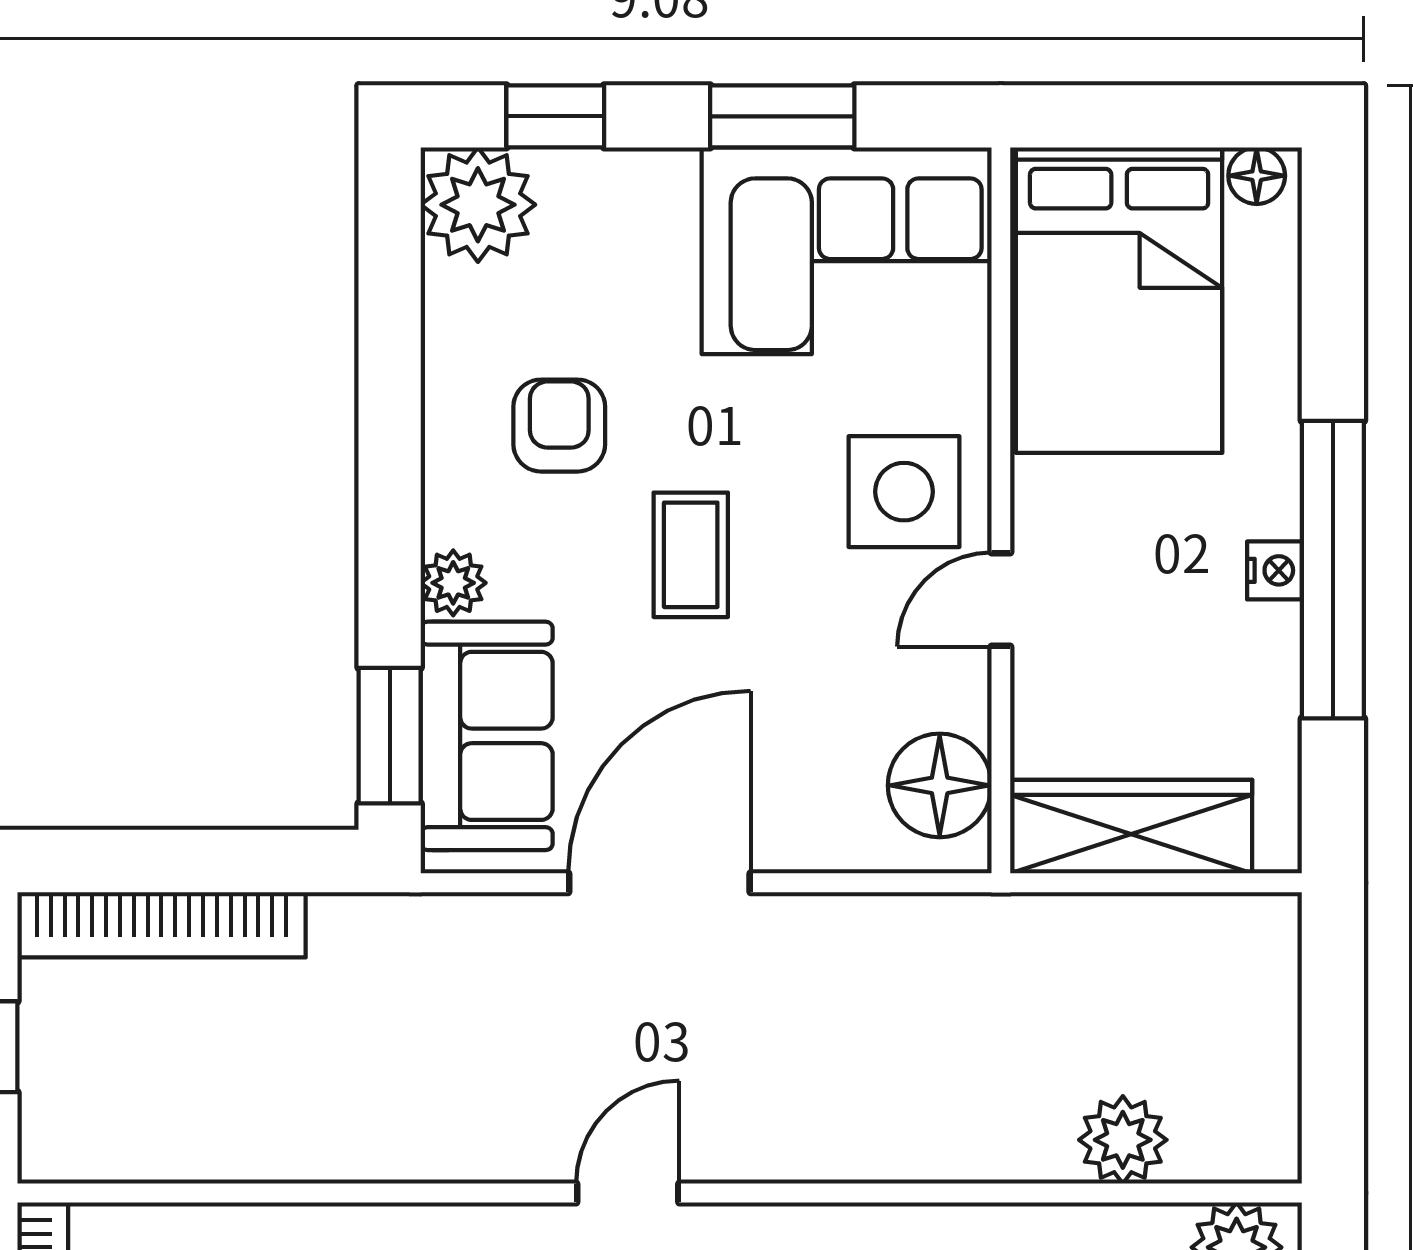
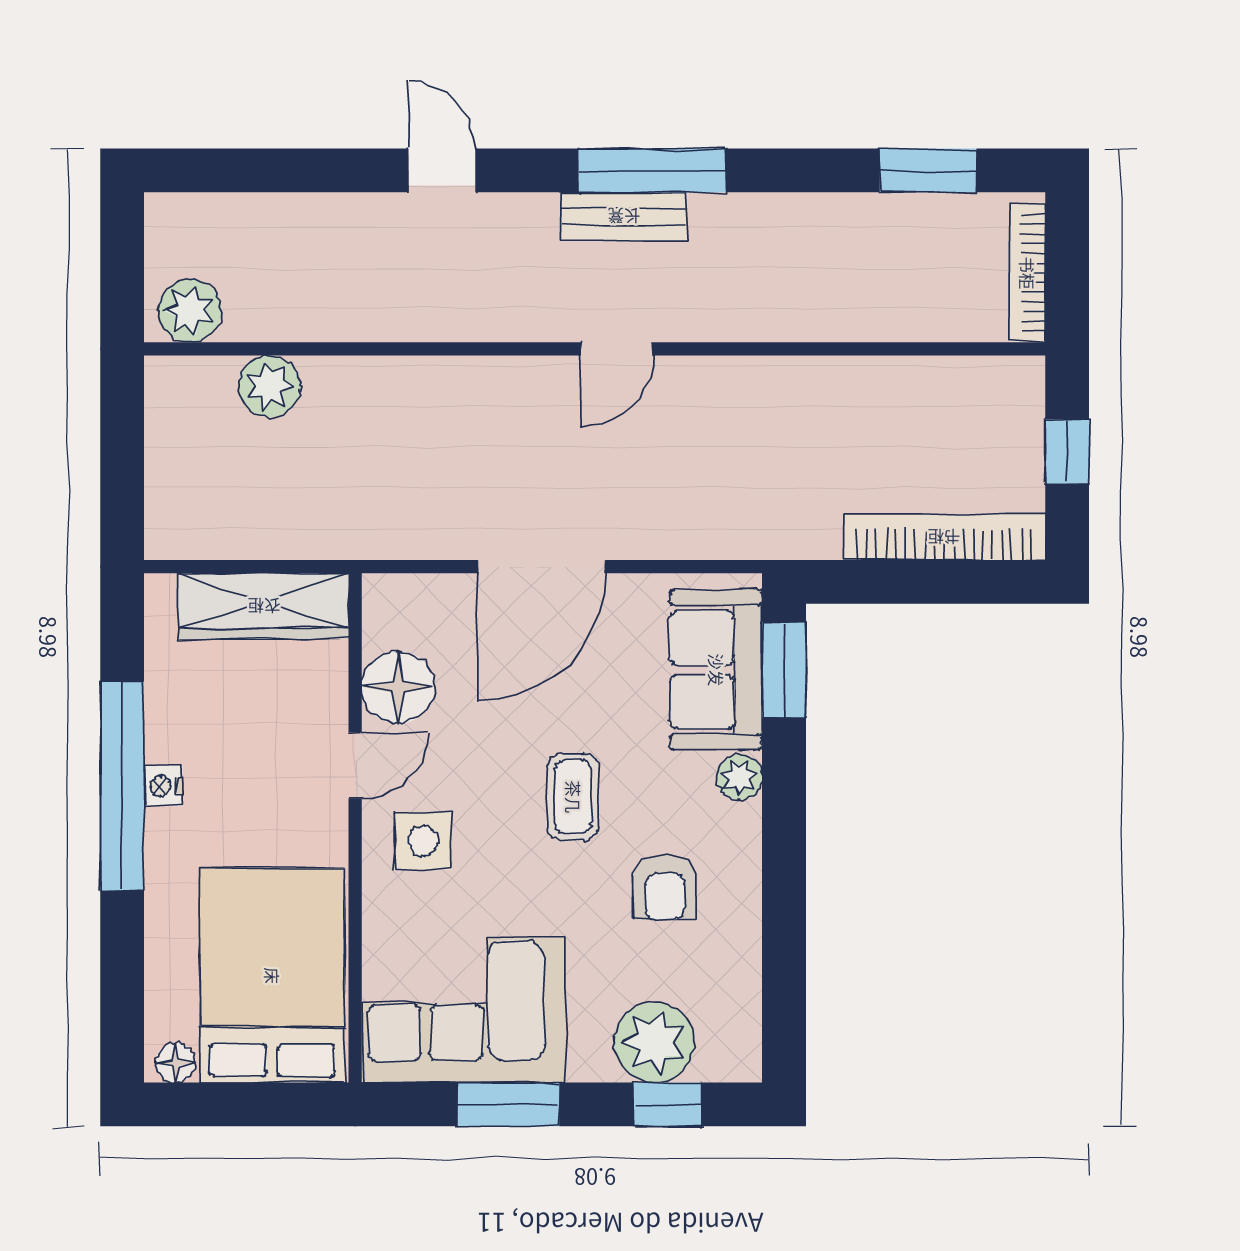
plant: (478, 205) -> (654, 1042), moved
side table: (904, 492) -> (423, 841), width x0.73, depth x0.73
floor lamp: (940, 785) -> (398, 687), moved
door: (659, 883) -> (542, 567), moved

